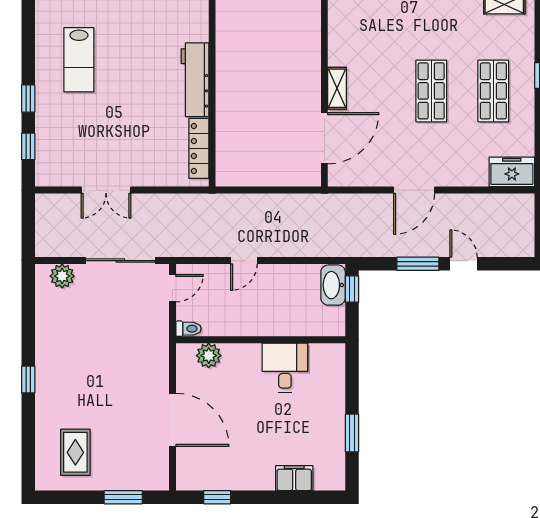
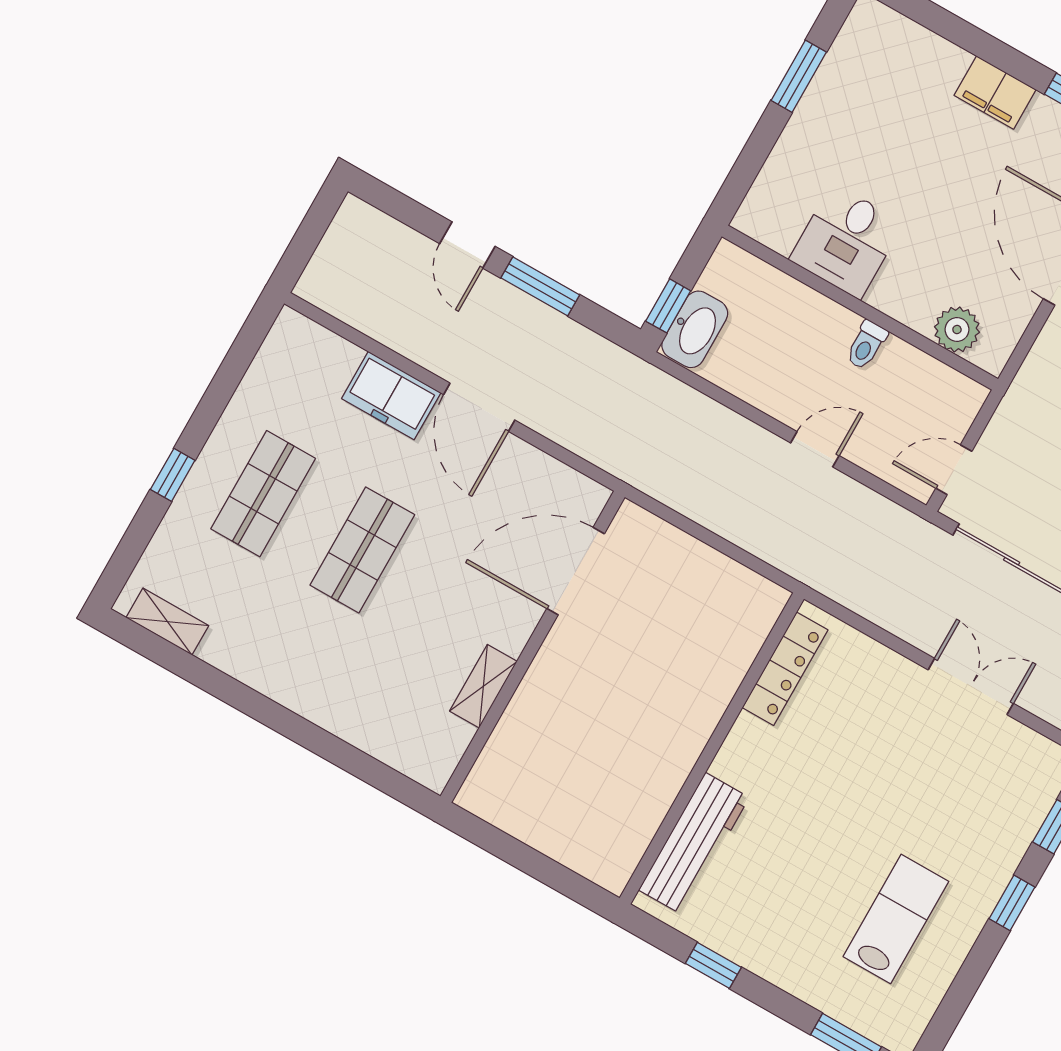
workbench: (195, 80) -> (694, 844), moved
shelving: (337, 88) -> (483, 686), moved
freezer: (512, 172) -> (391, 396), moved
door: (414, 190) -> (479, 407), swing flipped
toilet: (188, 329) -> (866, 345), moved, turned -90
filing cabinet: (294, 478) -> (995, 93), moved

